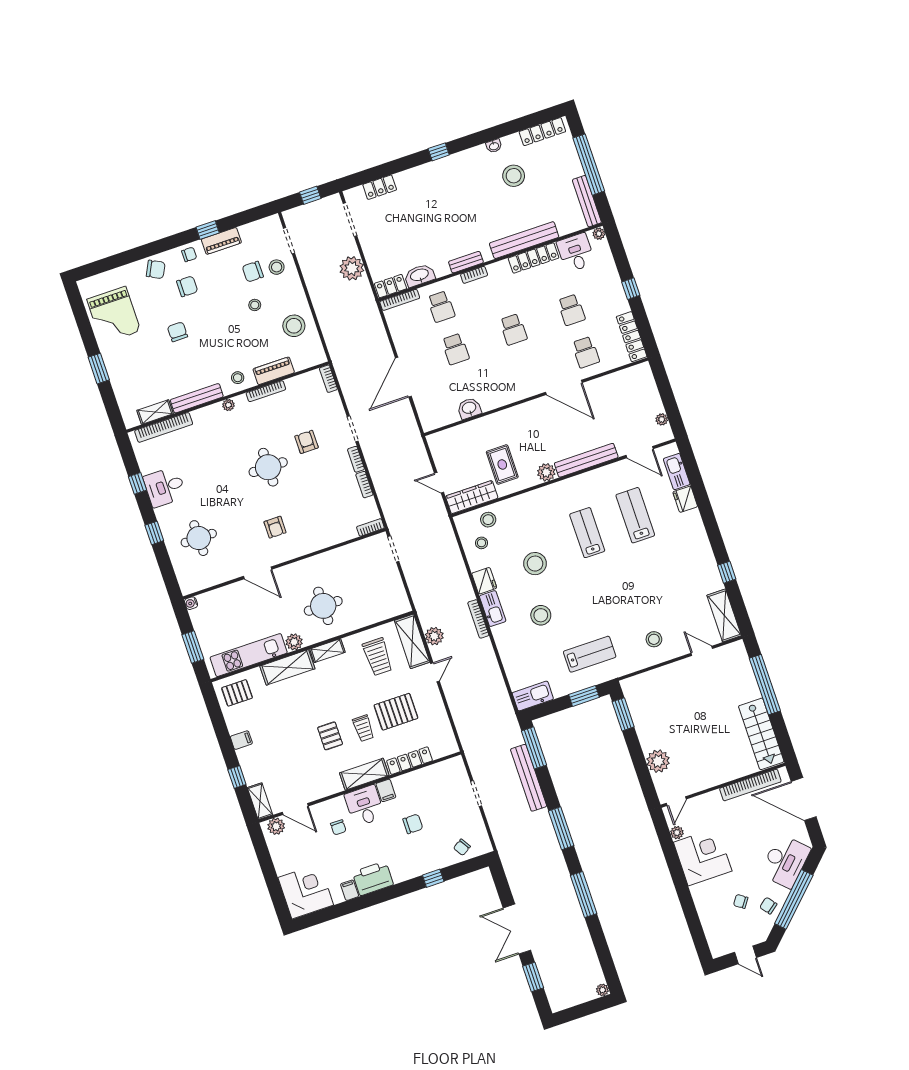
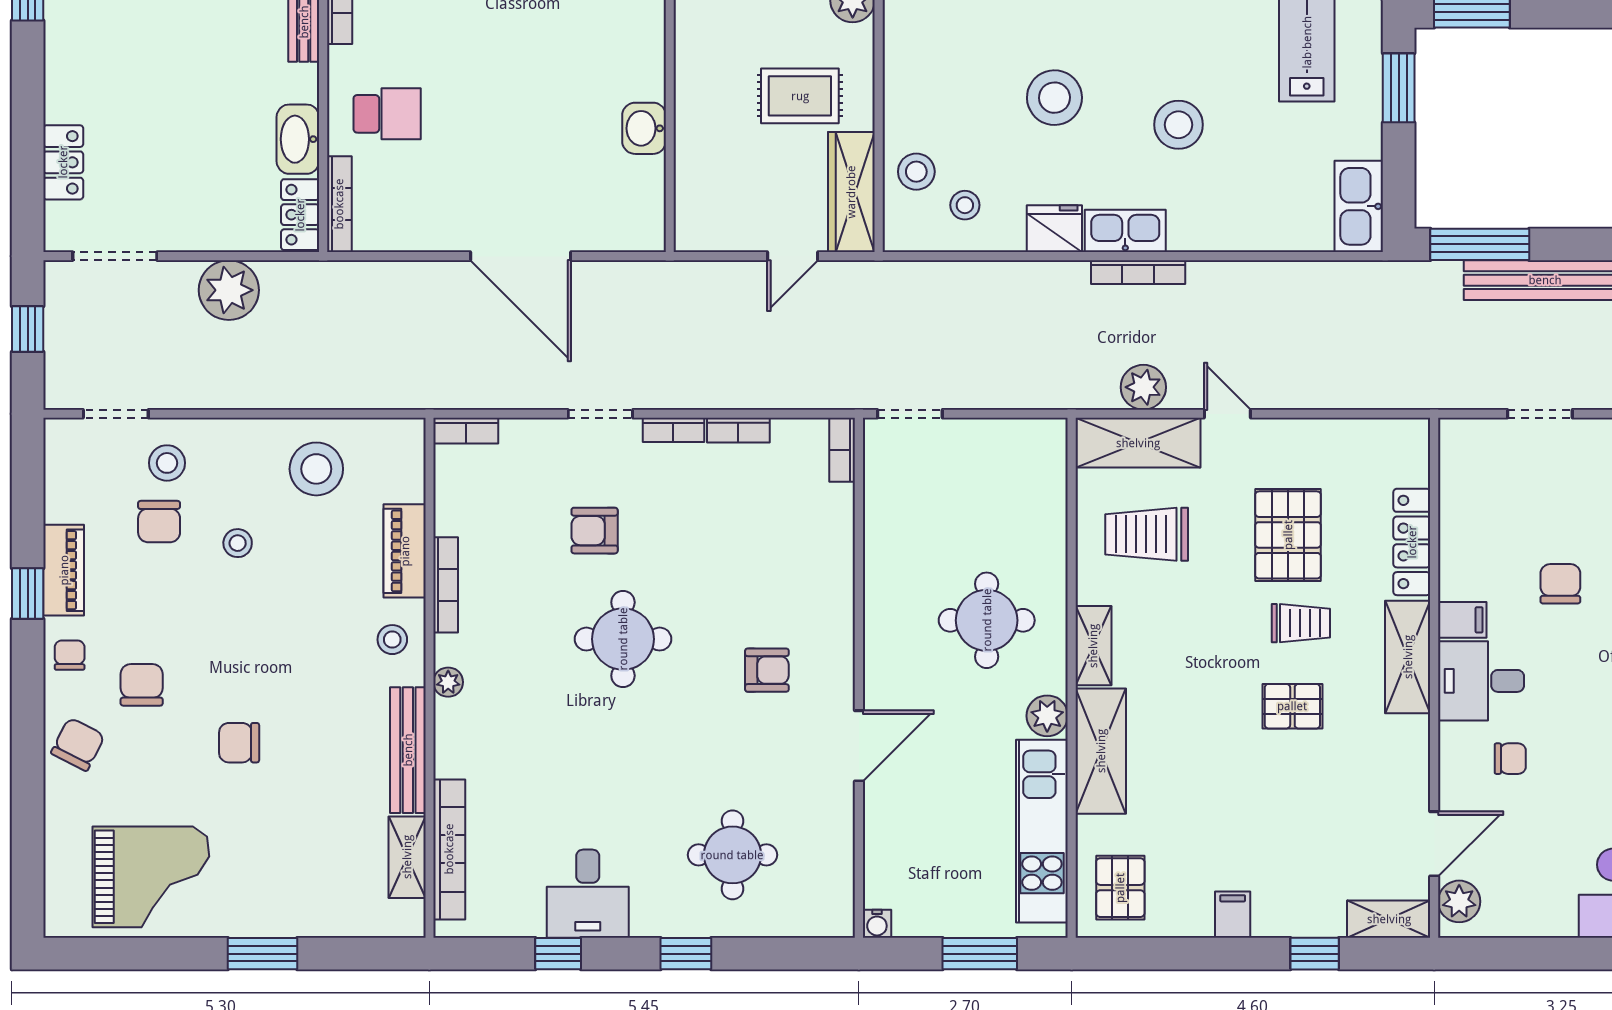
school desk: (455, 349) -> (496, 114), removed
trolley: (378, 657) -> (1147, 534), turned 180

